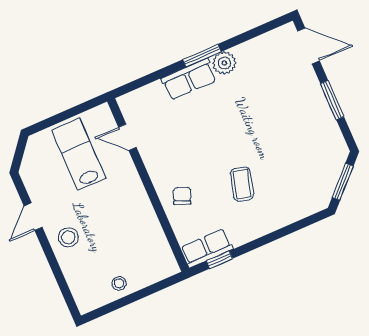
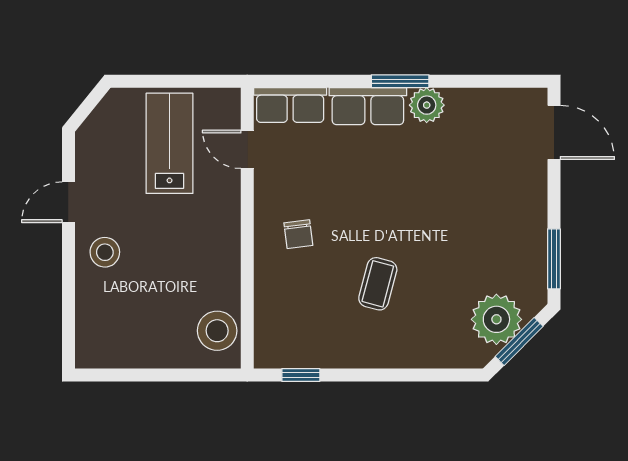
window: (332, 100) -> (554, 259), moved
plant: (323, 174) -> (496, 319), added
chair: (182, 196) -> (298, 234), moved, turned 150
row of seats: (207, 248) -> (290, 105), moved, turned 180
stool: (119, 283) -> (217, 331), moved, width x1.89, depth x1.89

